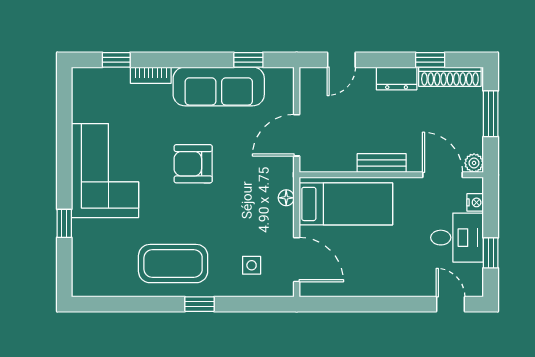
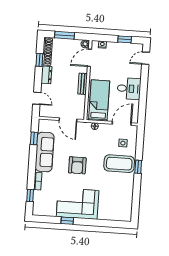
window: (64, 223) -> (67, 221), moved
desk: (457, 238) -> (129, 89), moved, turned 90
coffee table: (173, 264) -> (119, 164), moved, turned 90

